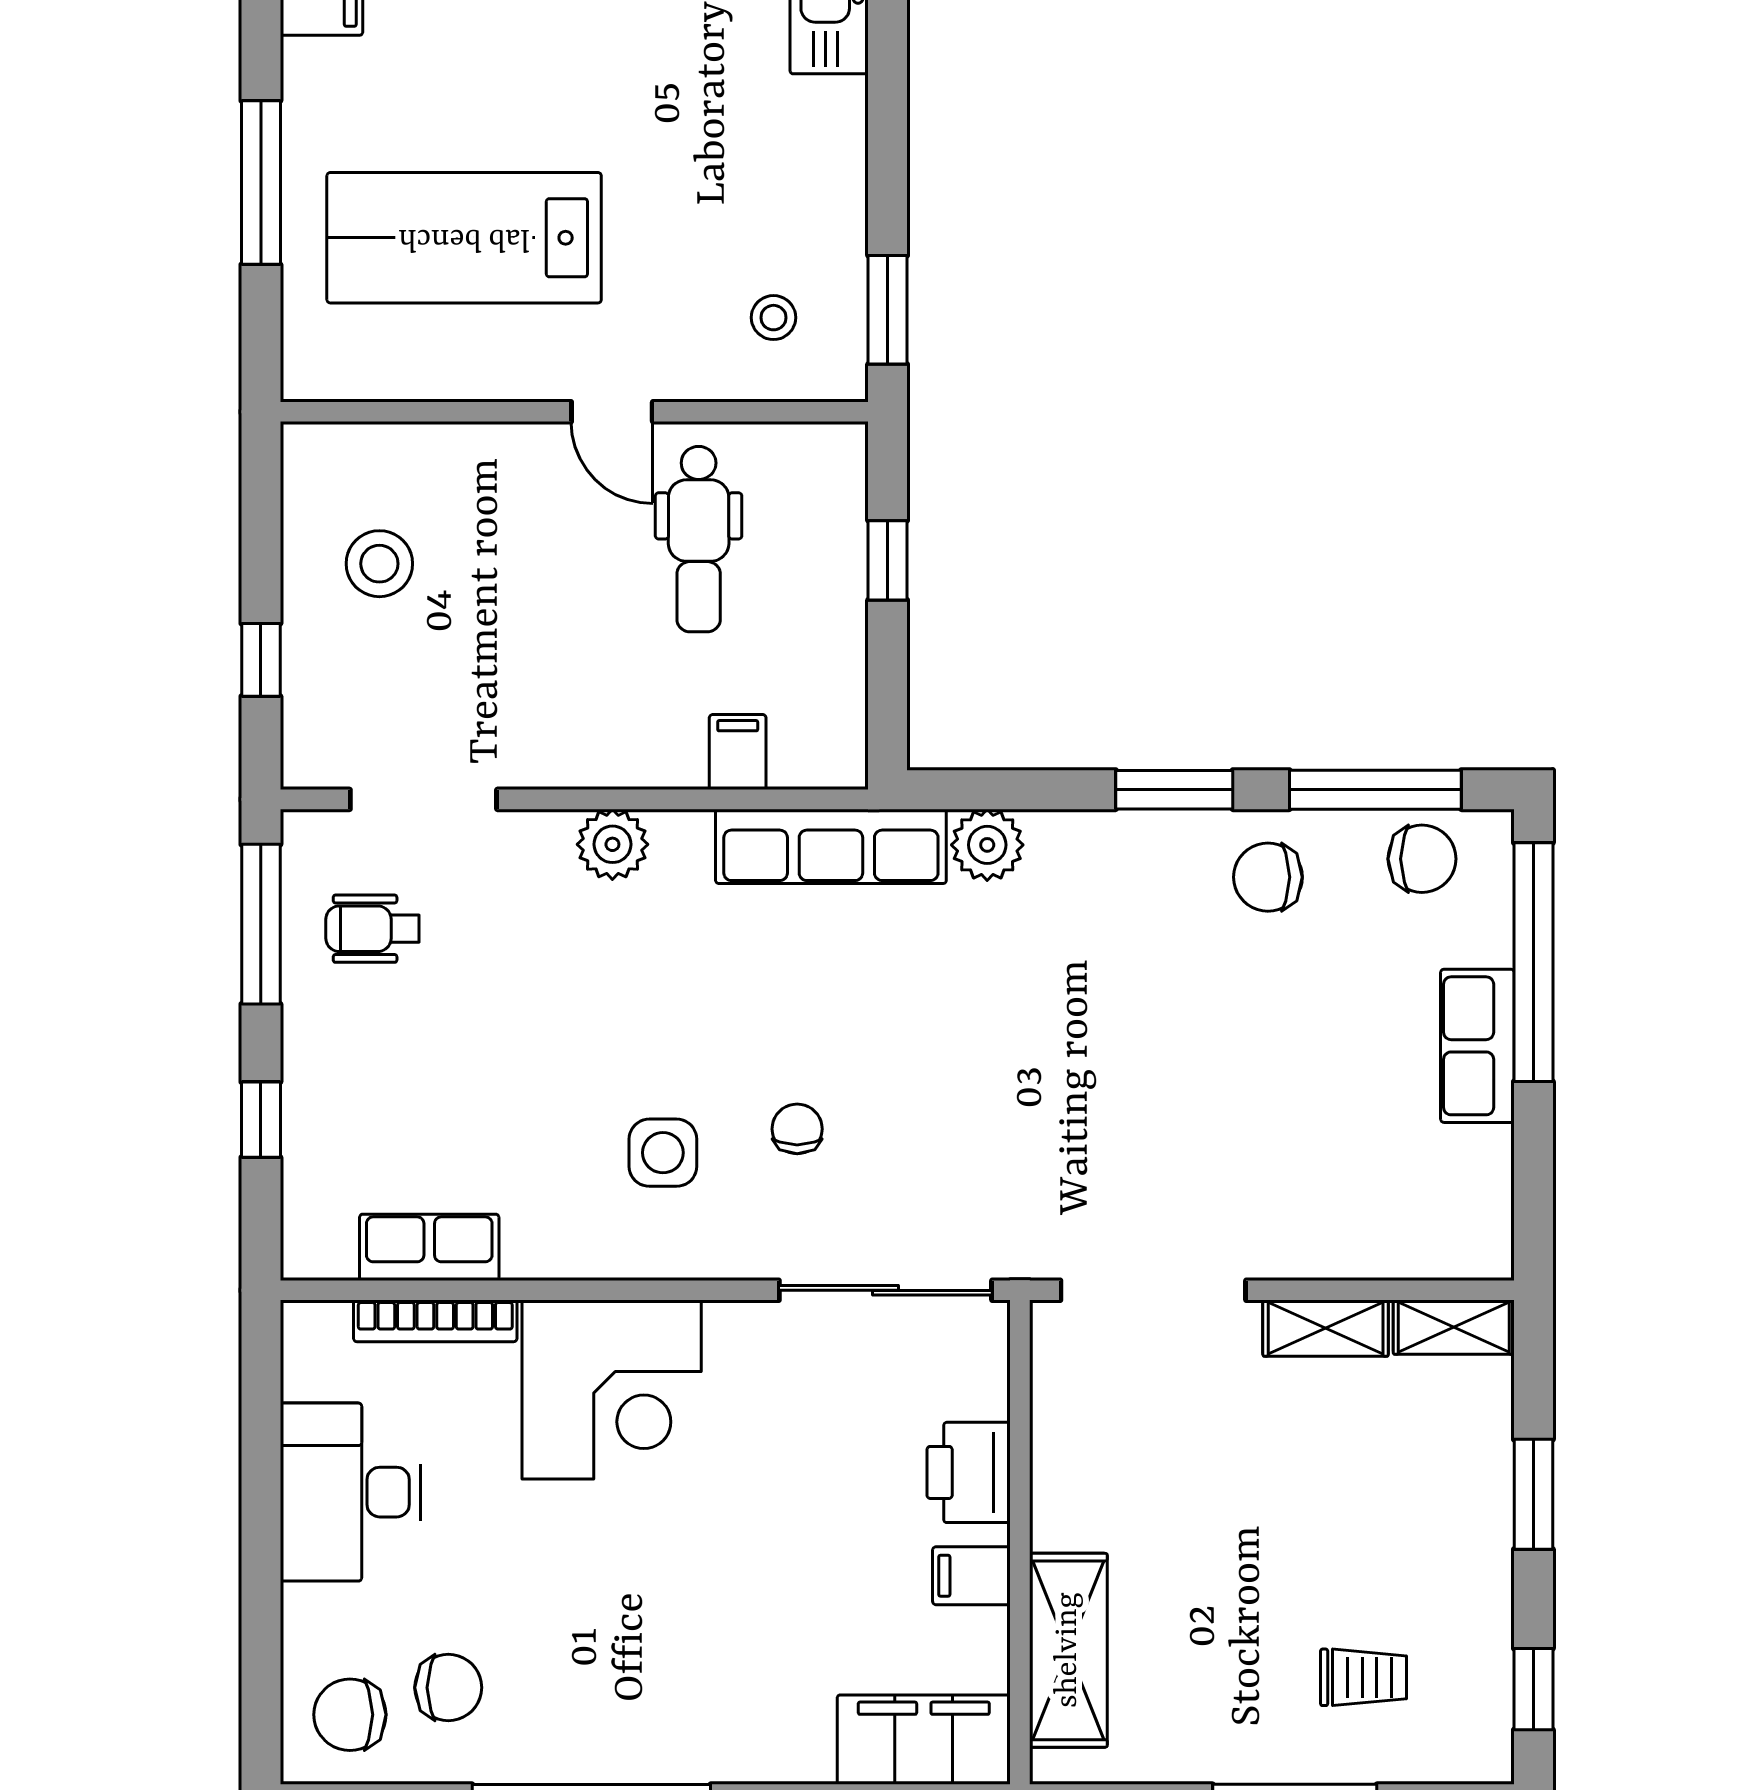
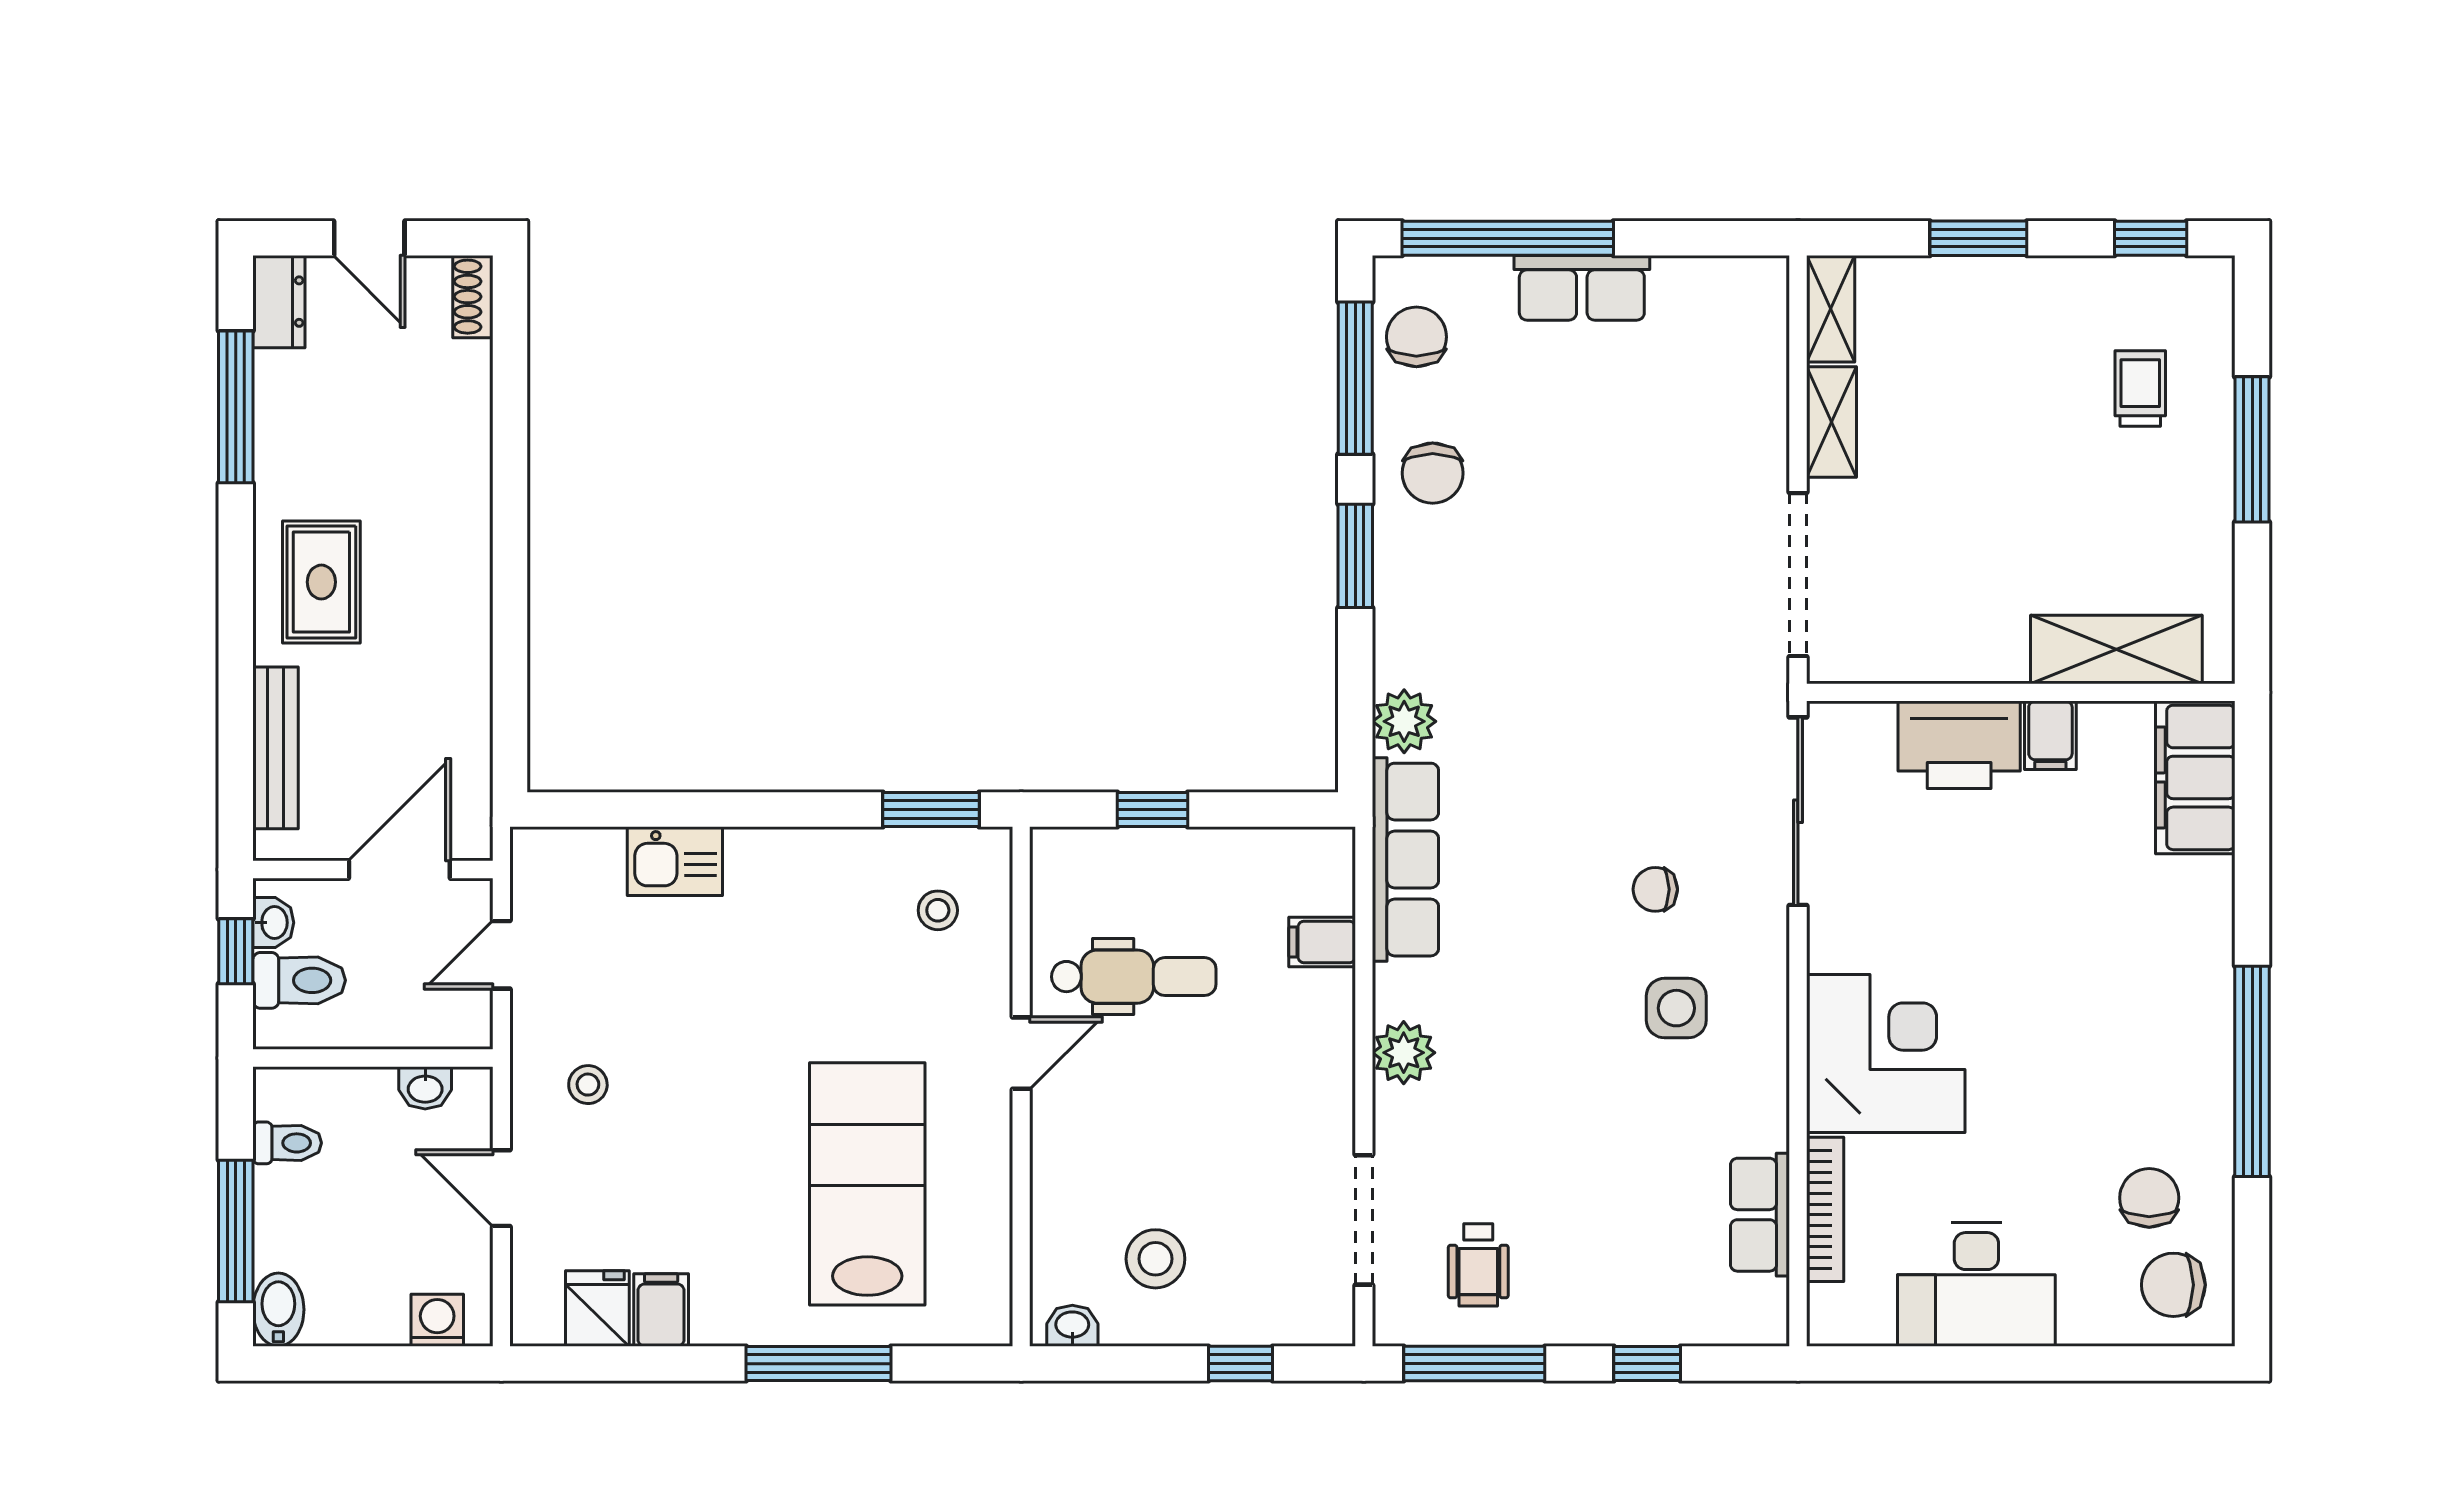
lab bench: (464, 238) -> (867, 1184), turned 180
washbasin: (304, 470) -> (1072, 1326), added
printer: (969, 1472) -> (1959, 745), width x1.37, depth x1.19
chair: (350, 1715) -> (2173, 1285), turned 90

